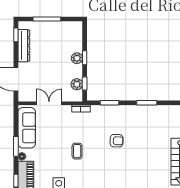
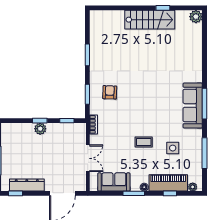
plant: (77, 84) -> (68, 129), removed
double door: (49, 103) -> (88, 158), swing flipped
sofa: (27, 128) -> (114, 182), width x0.73
armchair: (117, 141) -> (110, 92), moved
coffee table: (77, 151) -> (144, 142), moved

